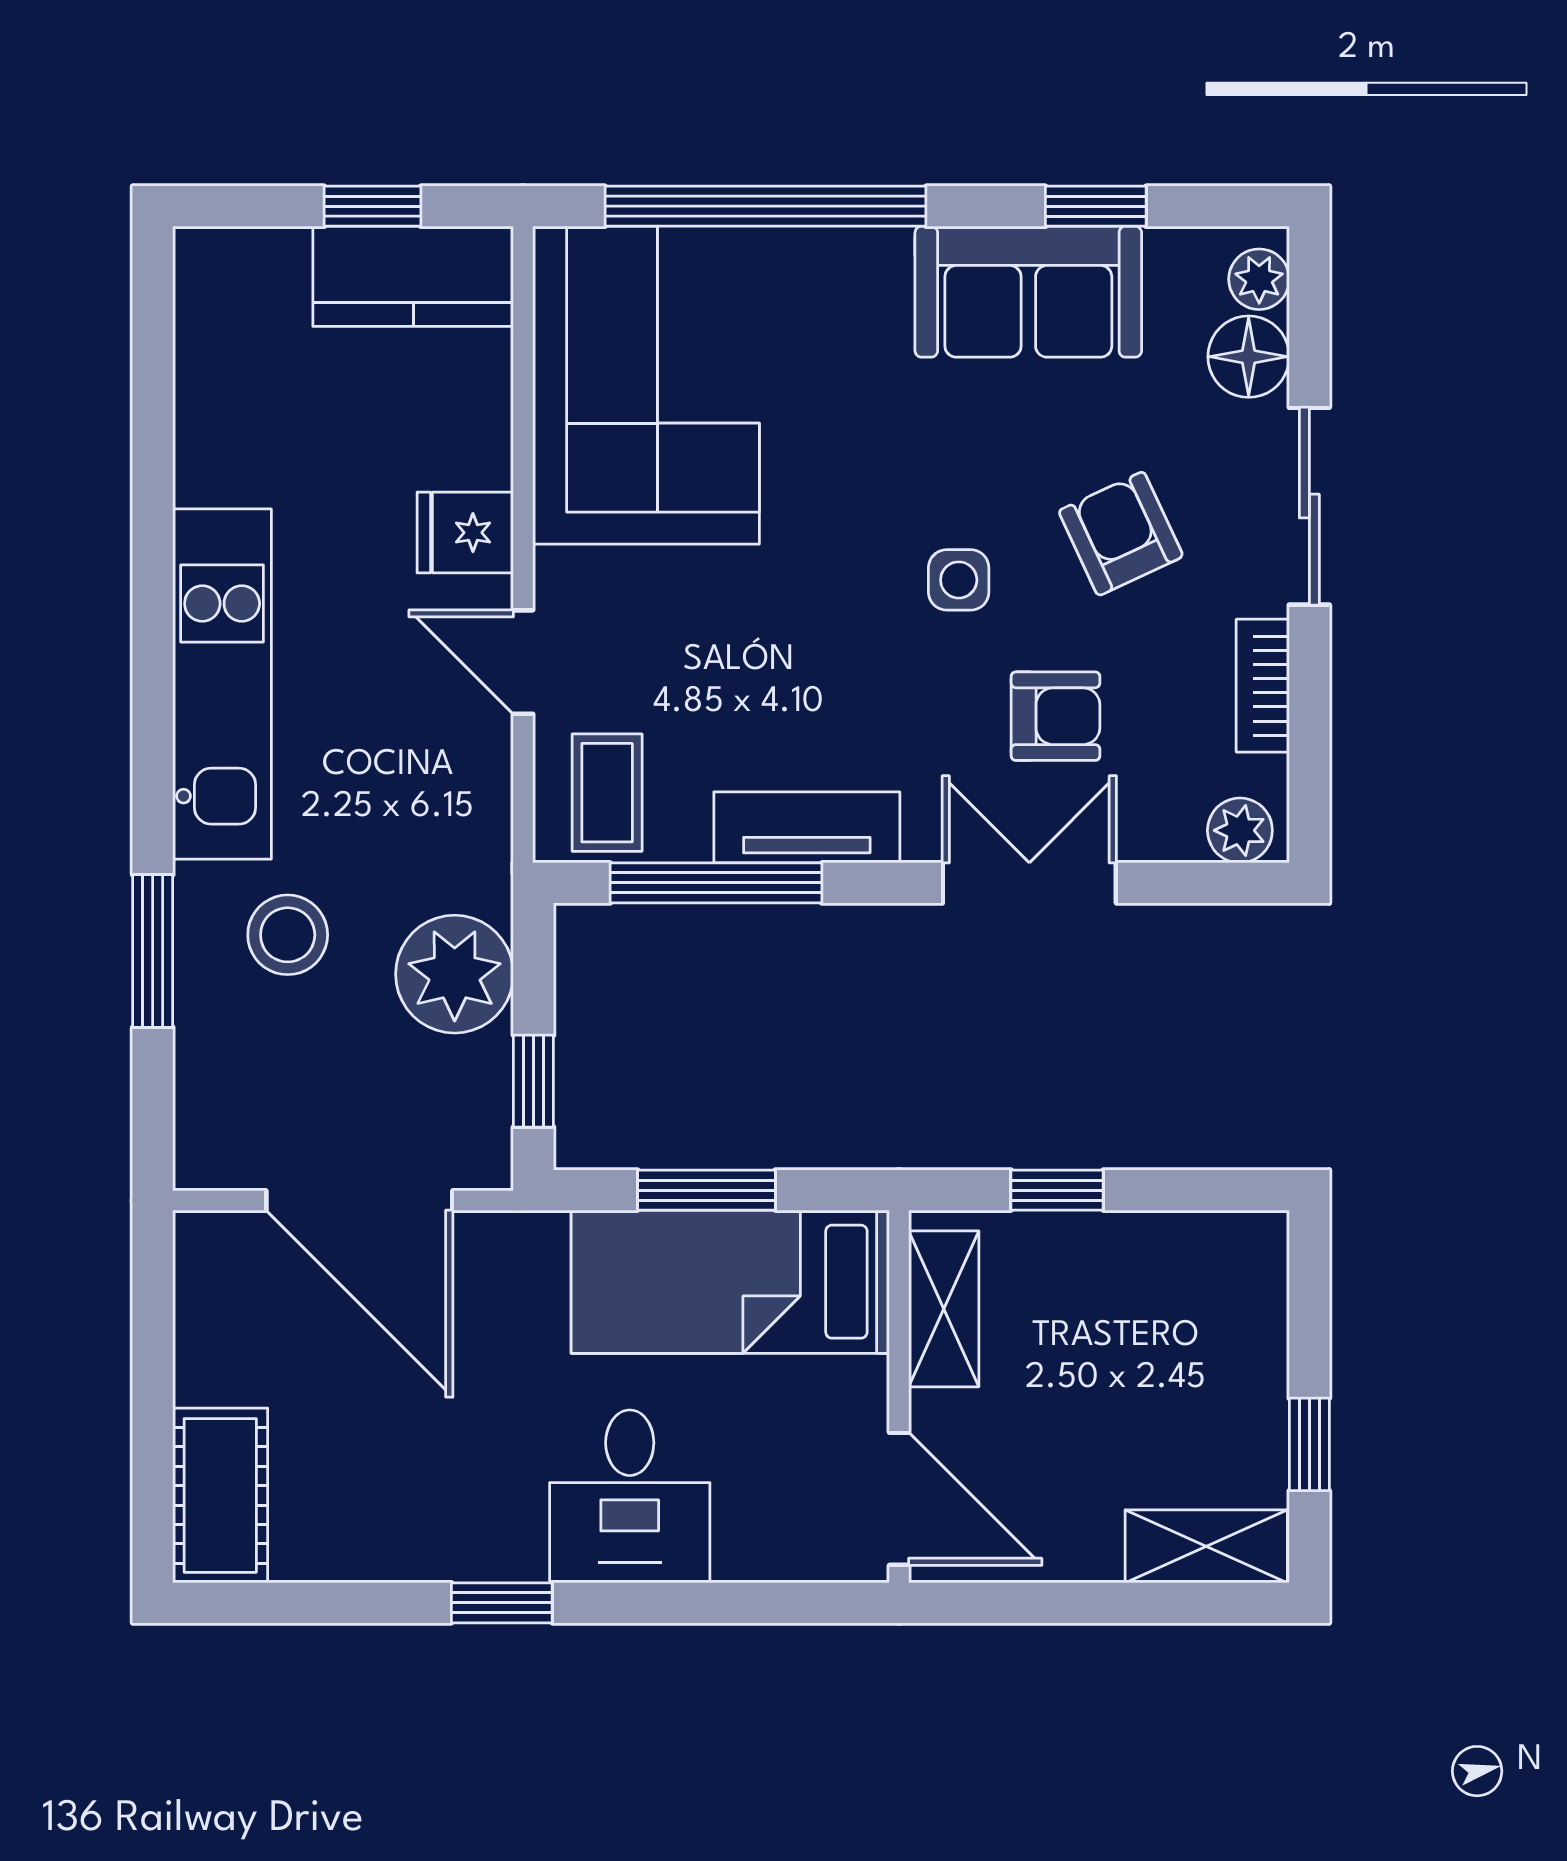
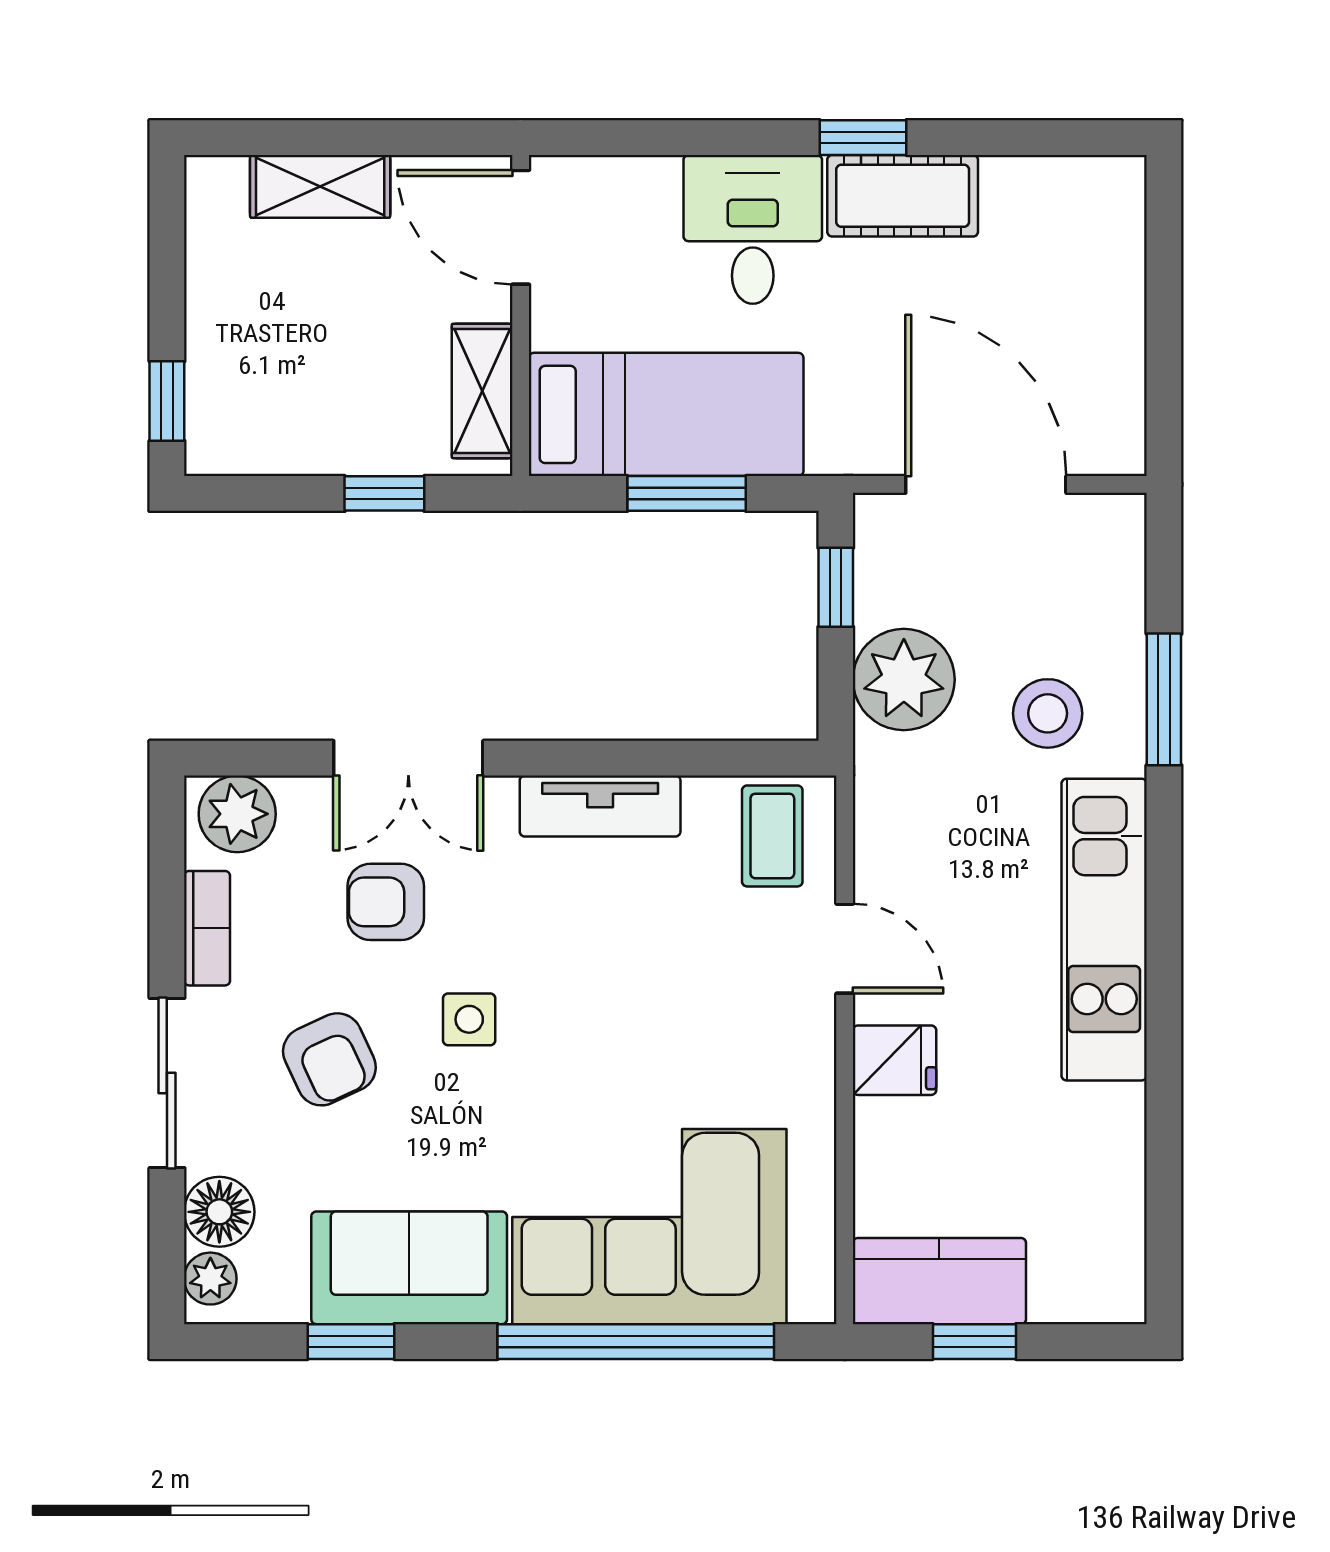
corner sofa: (646, 385) -> (649, 1227), moved, turned 90
plant: (1240, 830) -> (237, 814), width x1.38, depth x1.38
window: (716, 883) -> (678, 758), removed
window: (1309, 1444) -> (167, 401), moved
cot: (220, 1495) -> (903, 196), moved, turned 90
shelving: (1206, 1546) -> (320, 186), moved

